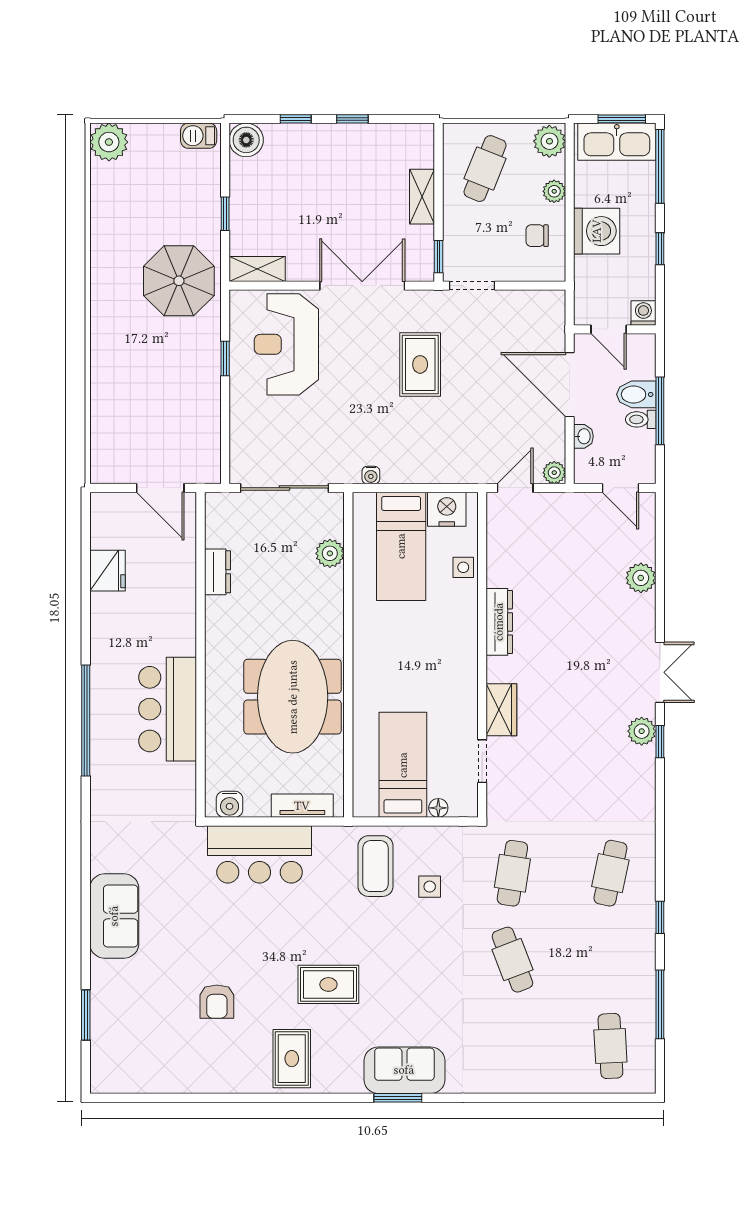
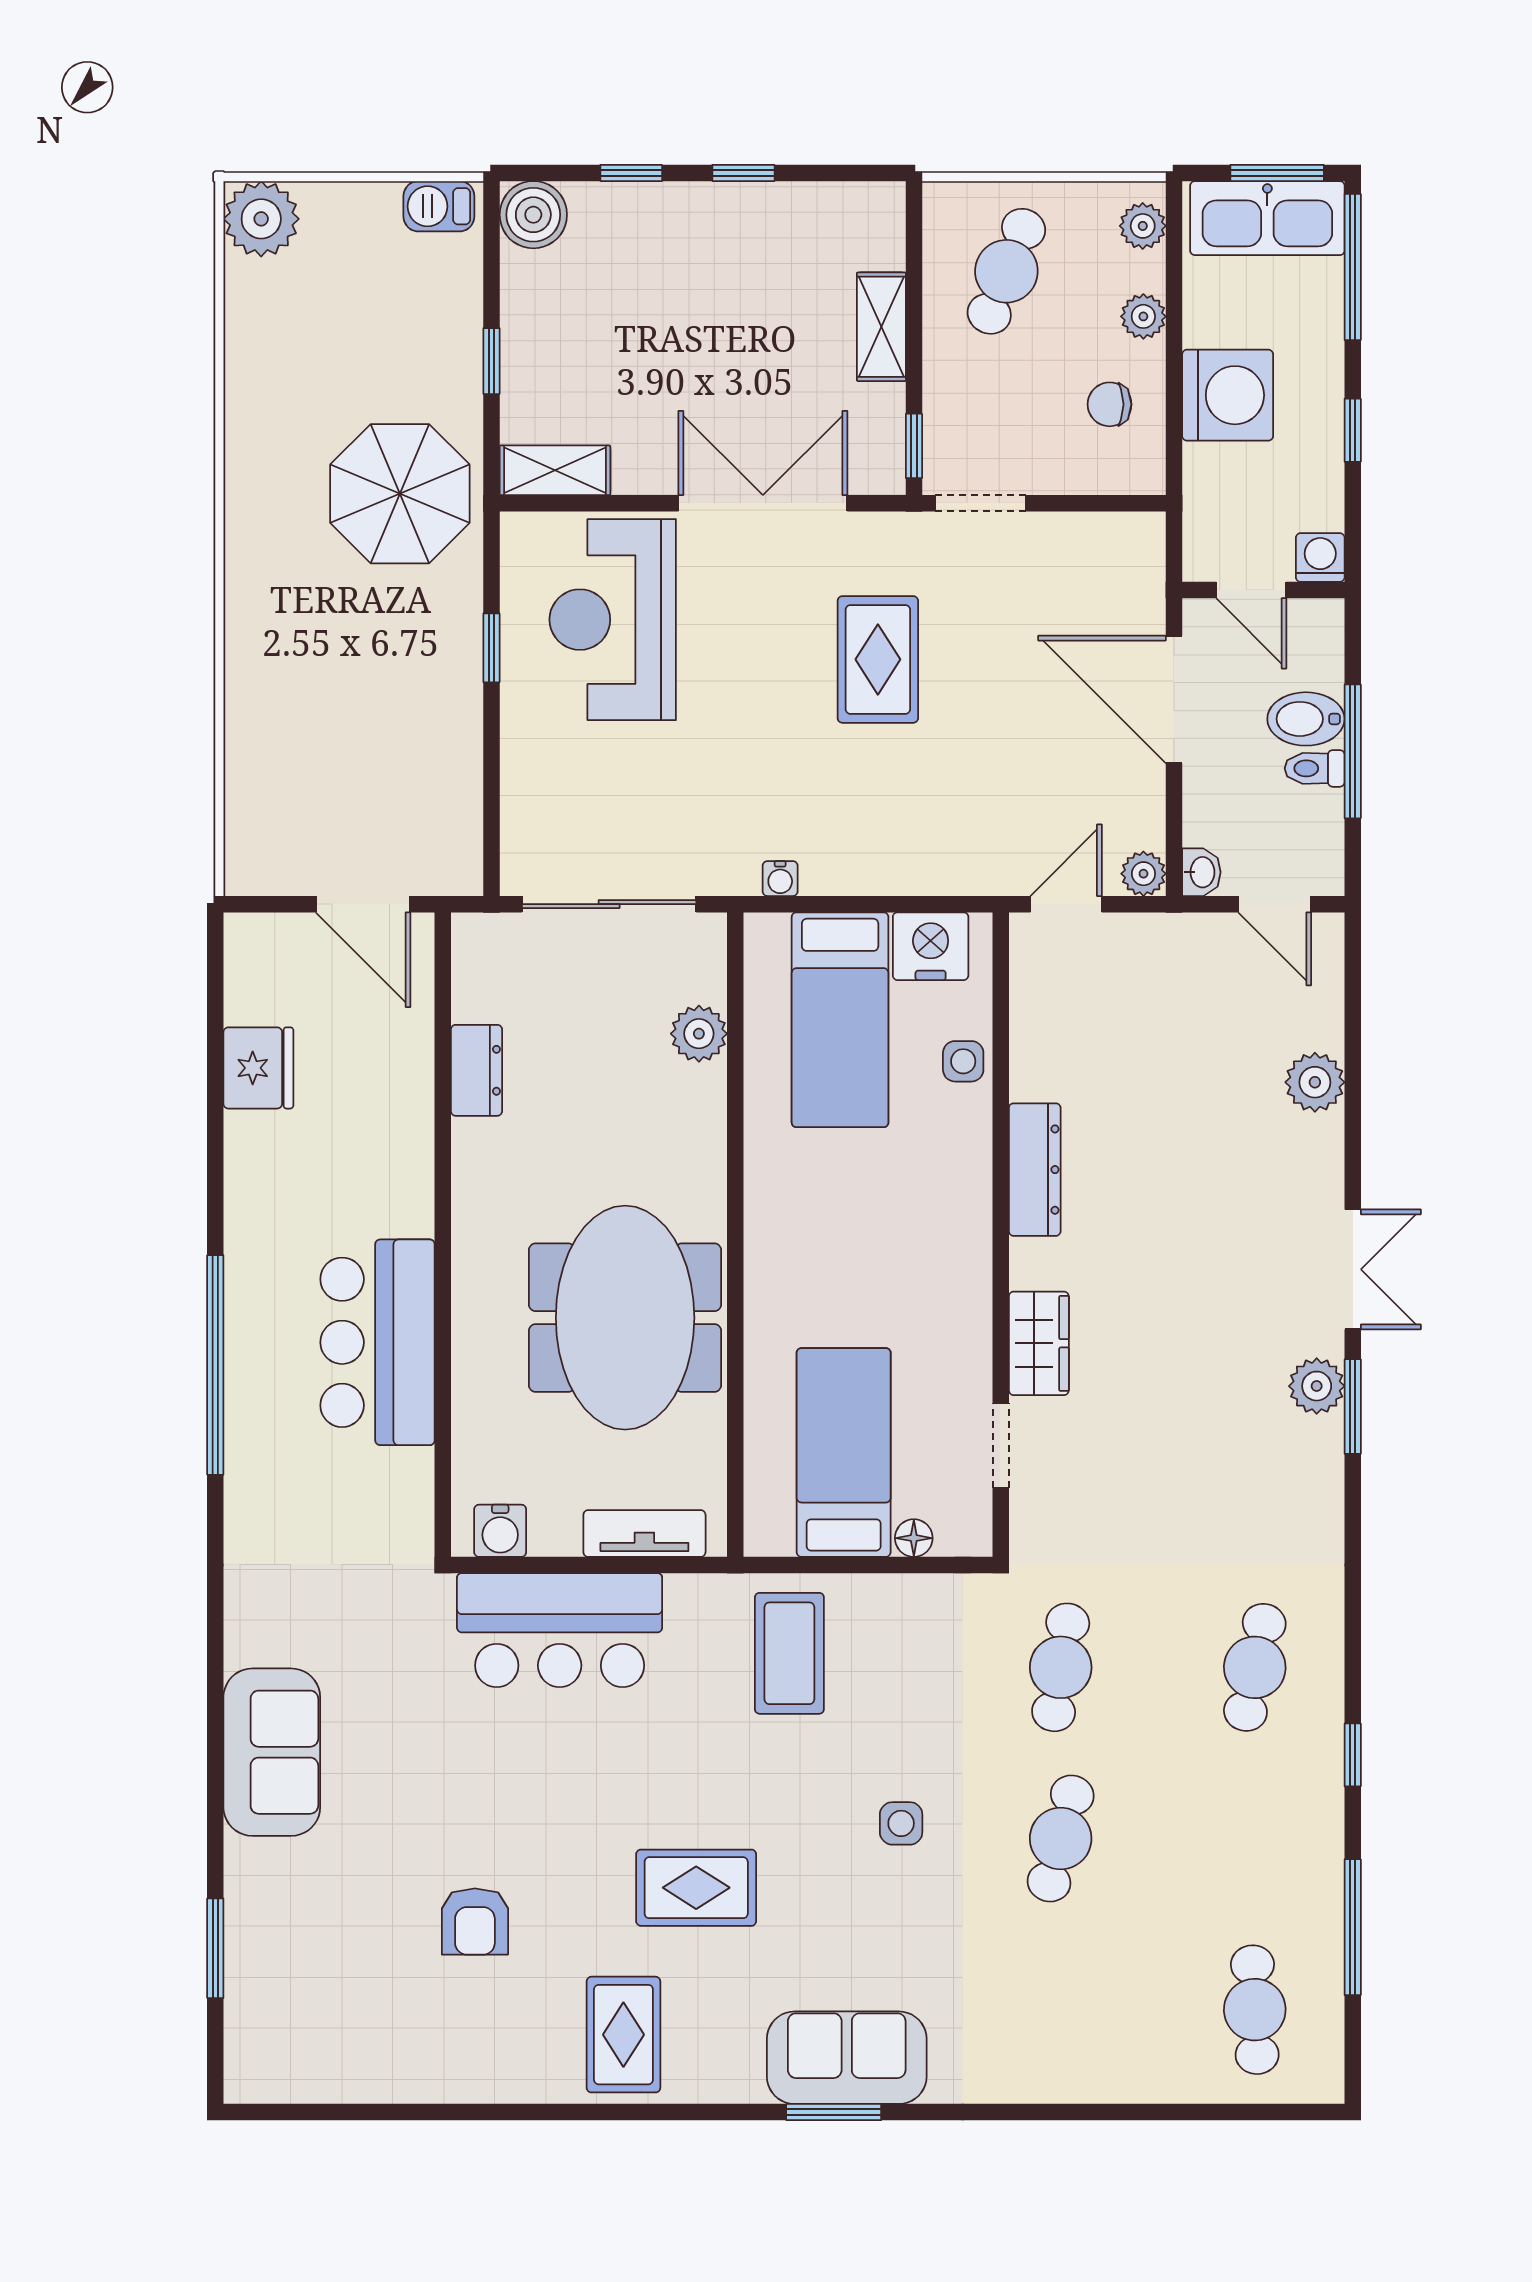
plant: (549, 141) -> (1143, 226), width x0.73, depth x0.73
washbasin: (583, 436) -> (1201, 872), moved
window: (660, 742) -> (1353, 1407), width x1.50
side table: (430, 887) -> (901, 1823), moved
cafe table: (512, 960) -> (1061, 1838), turned 36

